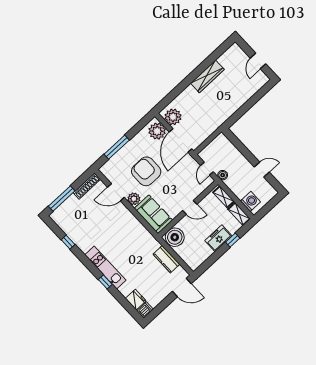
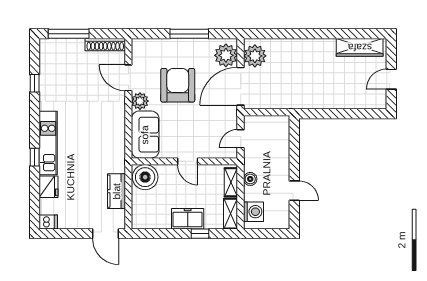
wardrobe: (207, 76) -> (360, 47), moved
window: (117, 147) -> (189, 34), moved
boiler: (223, 175) -> (250, 179), moved
fridge: (136, 300) -> (49, 187), moved

